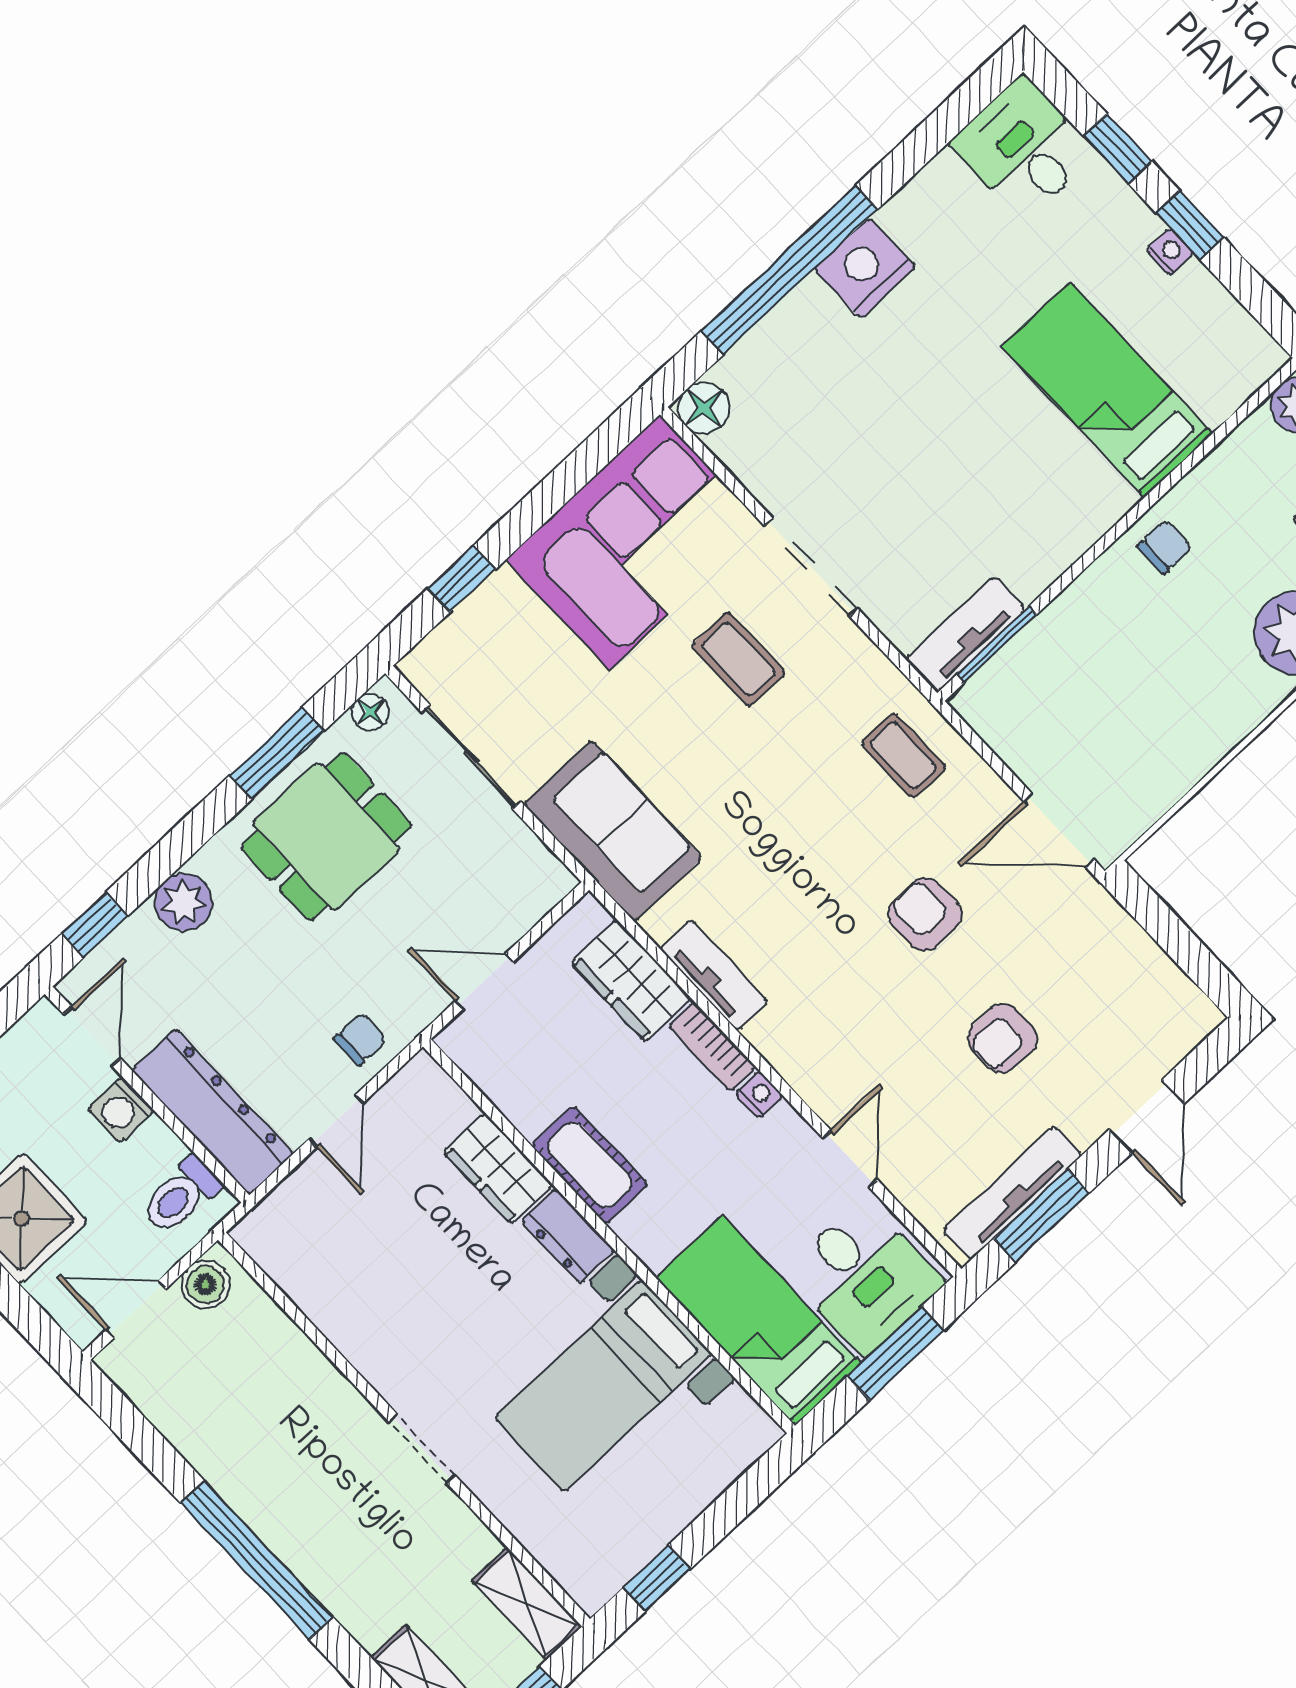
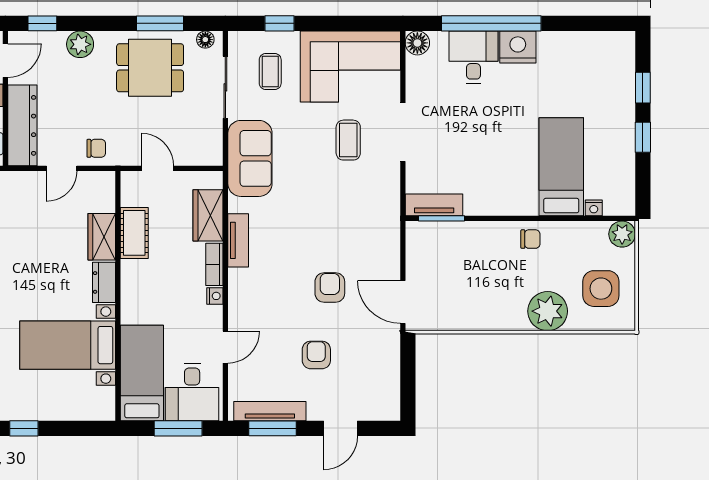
desk: (1023, 148) -> (473, 57), moved
nightstand: (1170, 252) -> (594, 208), moved, turned 90
coffee table: (903, 756) -> (270, 72), moved
armchair: (1002, 1038) -> (316, 355), turned 90
cot: (590, 1165) -> (134, 233), moved

